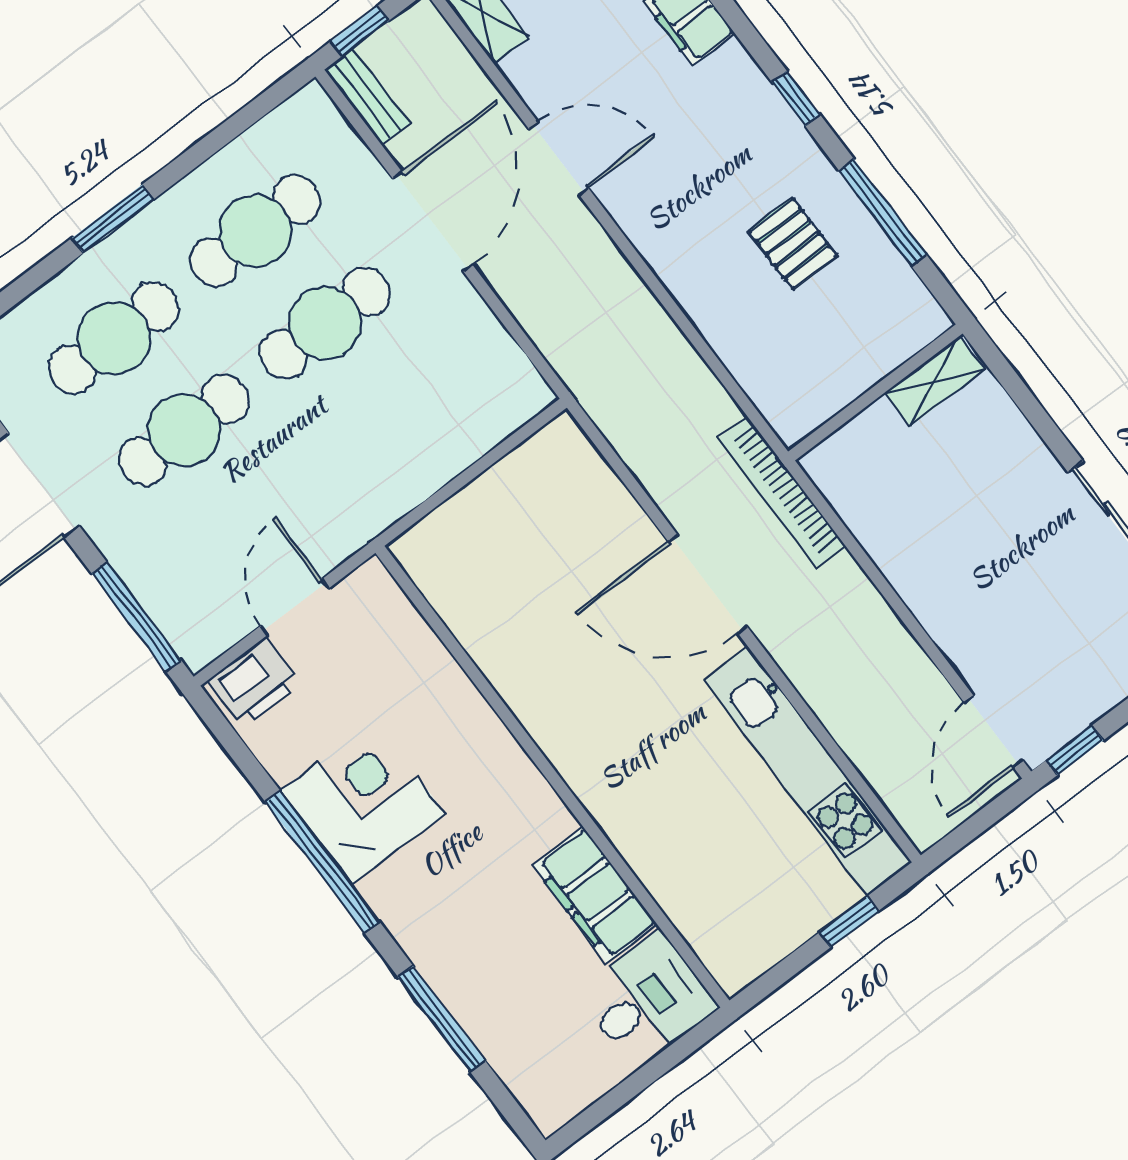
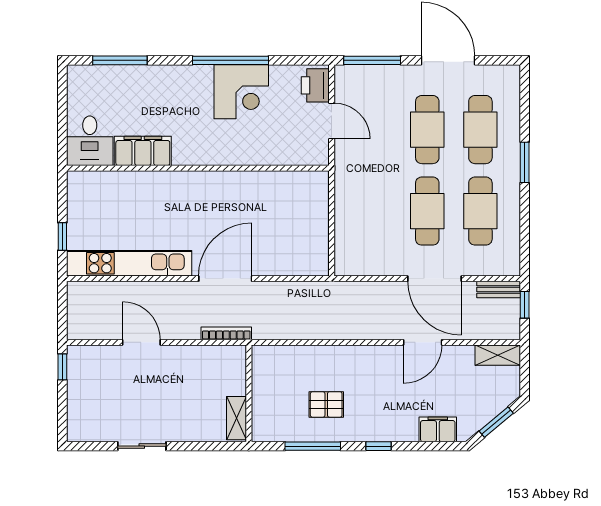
bookcase: (782, 492) -> (226, 333), width x0.68, depth x0.76
door: (994, 732) -> (141, 342), moved
window: (442, 1019) -> (120, 60), moved

